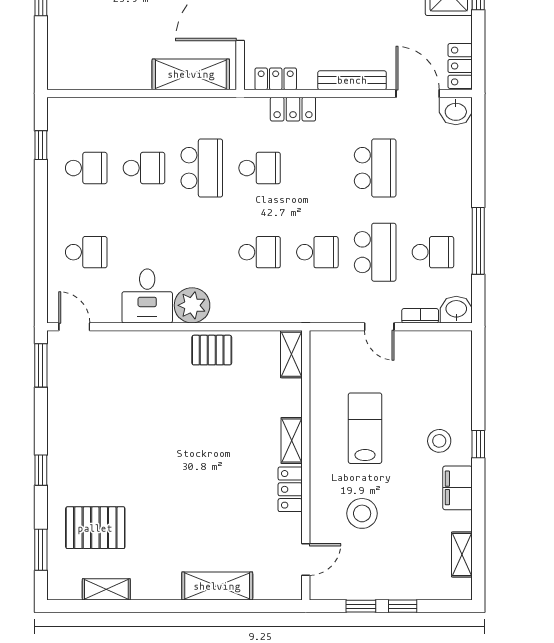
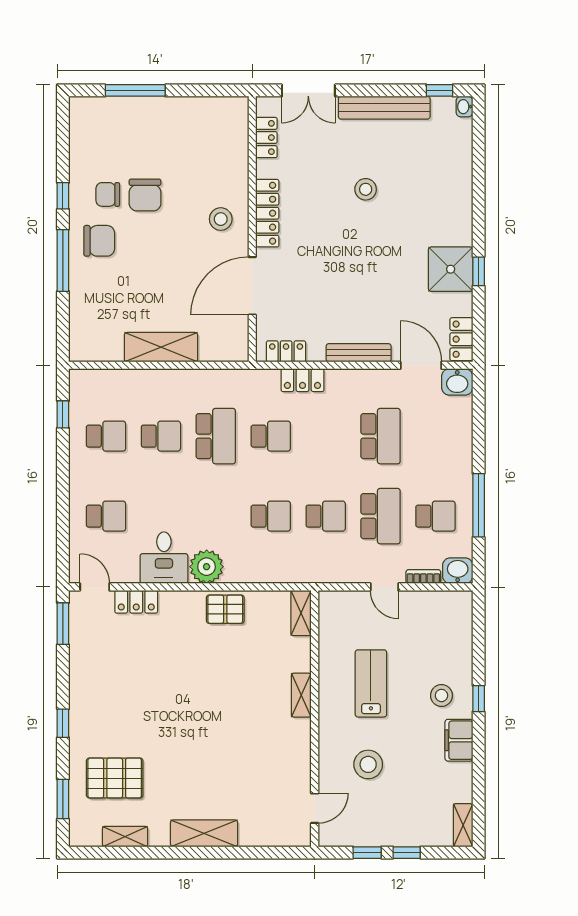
shelving: (191, 74) -> (161, 347), moved
locker: (290, 489) -> (136, 602), moved, turned -90
shelving: (462, 554) -> (463, 825), moved
shelving: (217, 586) -> (204, 833), moved

